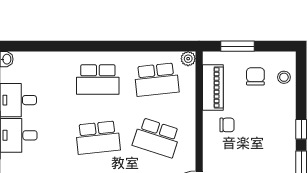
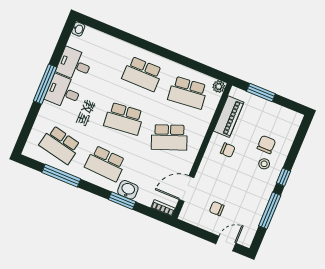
chair: (255, 76) -> (266, 145), moved
stool: (284, 77) -> (264, 164), moved
school desk: (157, 138) -> (169, 137), turned -39

